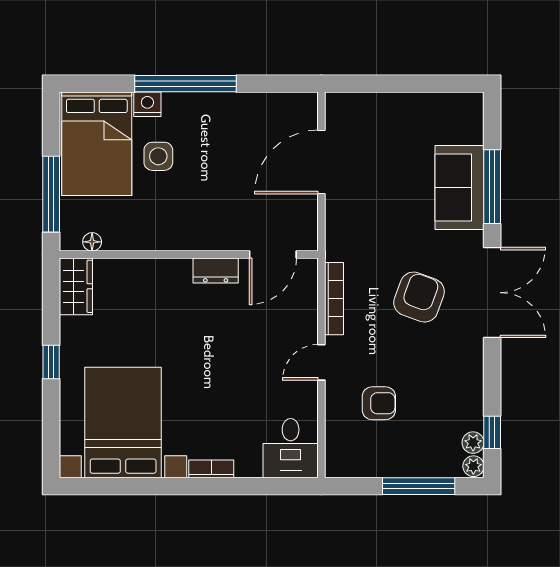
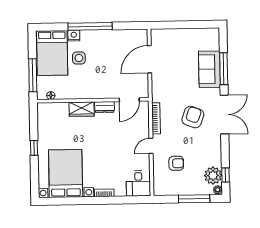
wardrobe: (76, 286) -> (82, 109), moved, turned 90
plant: (473, 443) -> (213, 176), width x1.87, depth x1.87

